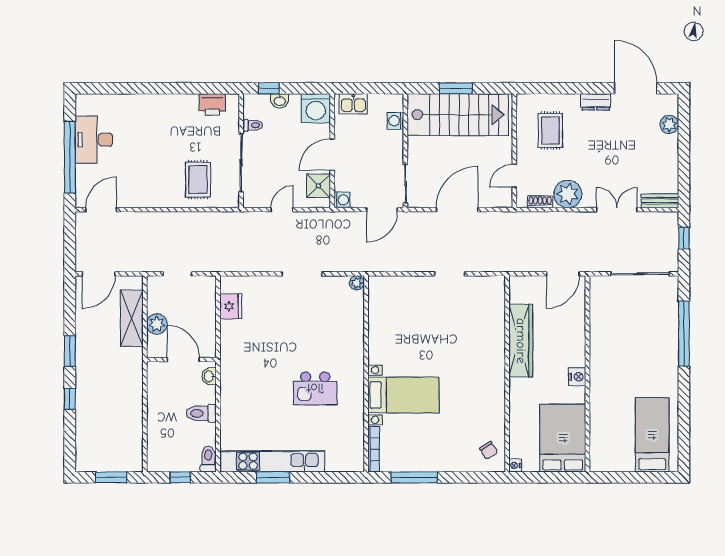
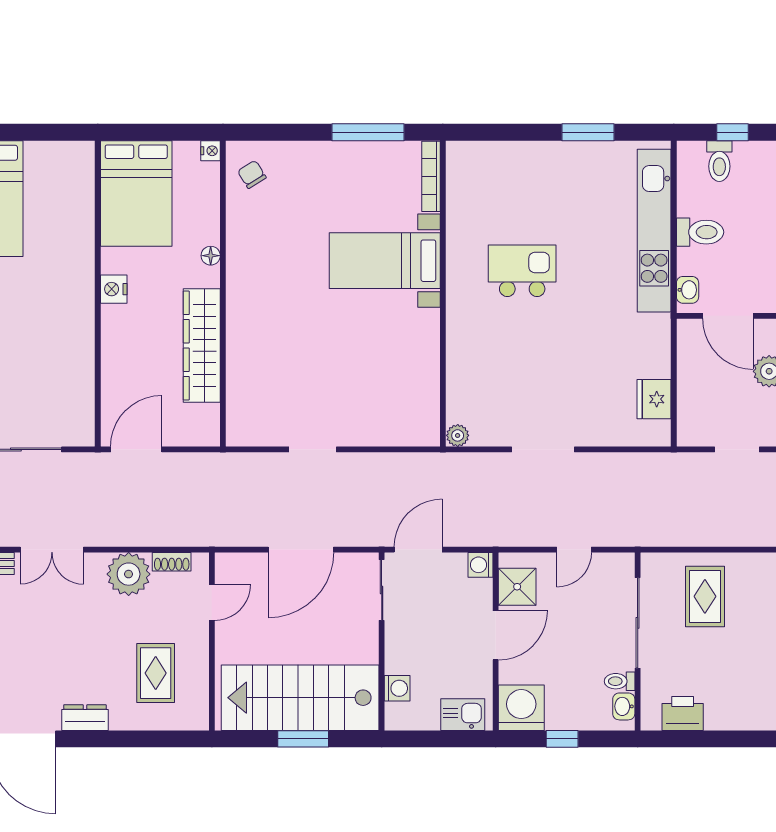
window: (269, 88) -> (562, 739), moved
washbasin: (280, 101) -> (624, 706), moved, turned -90
floor lamp: (515, 398) -> (211, 256), added
toilet: (208, 459) -> (719, 161), moved
kitchen unit: (272, 461) -> (654, 231), moved, turned 90

